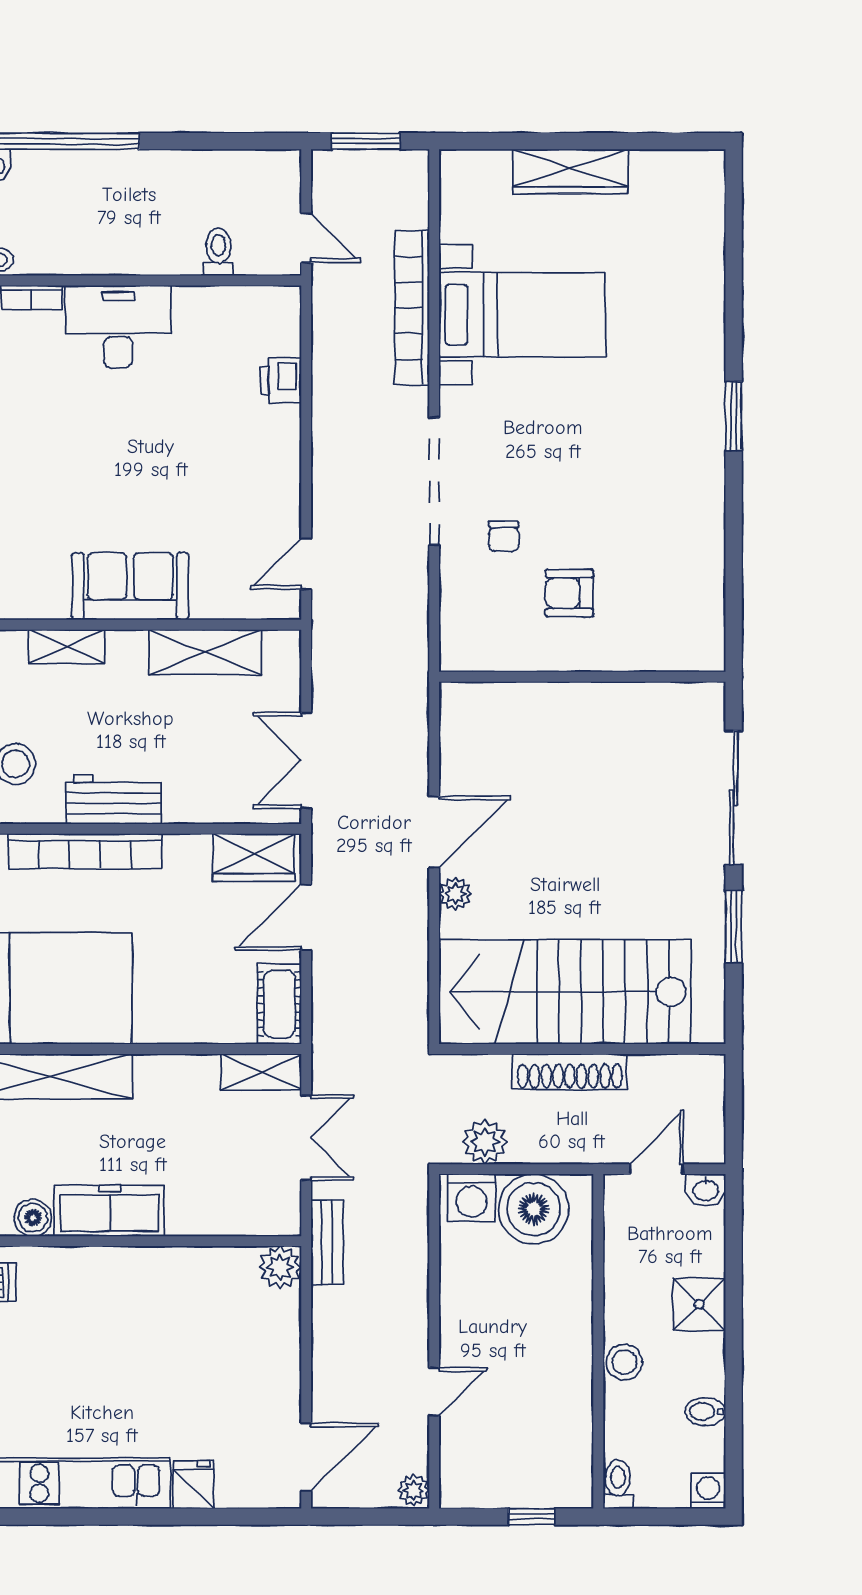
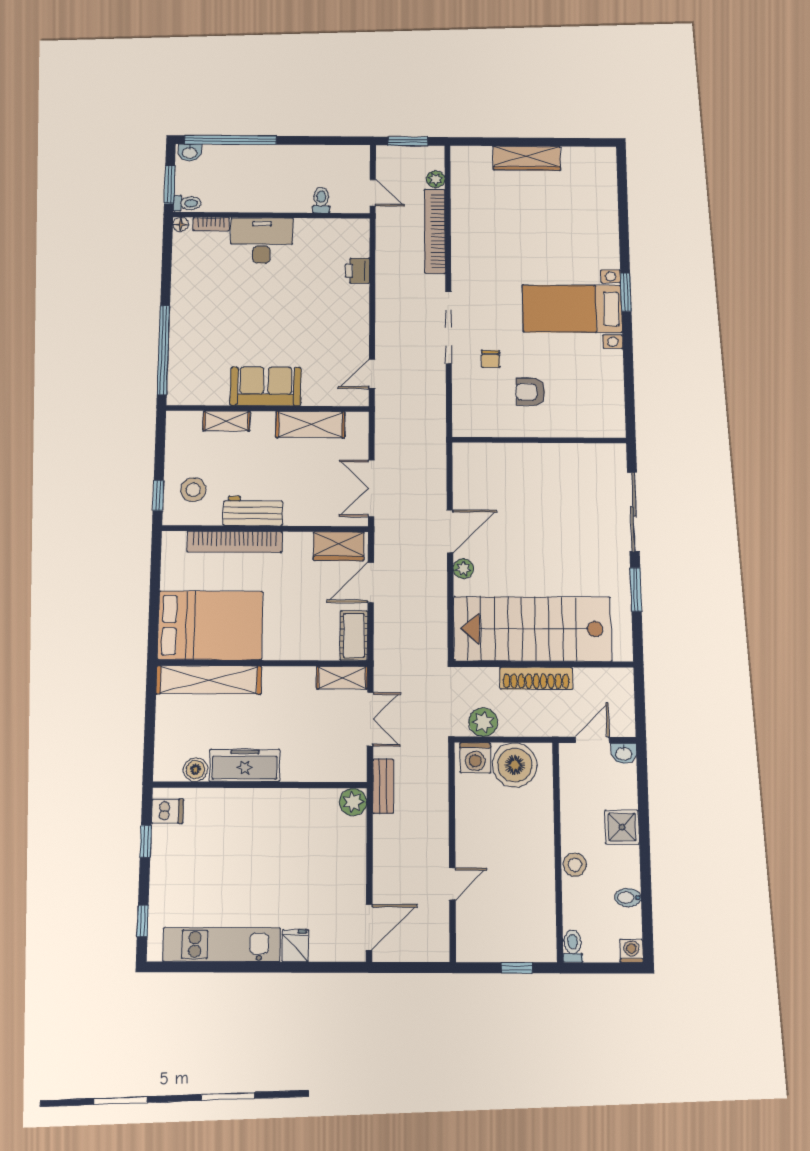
bed with nightstands: (522, 315) -> (572, 309), moved, turned 180
plant: (414, 1490) -> (436, 179), moved

